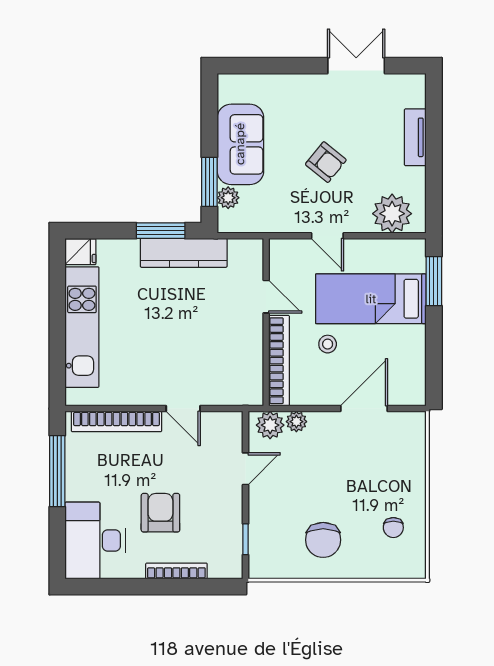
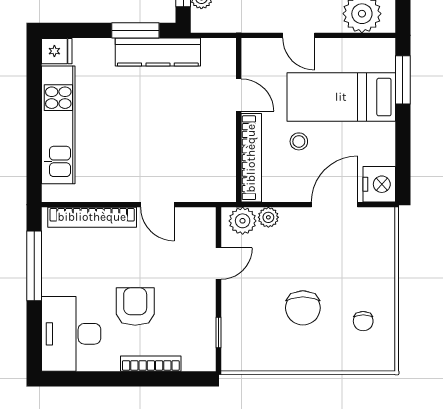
nightstand: (410, 388) -> (379, 184), added
chair: (323, 540) -> (303, 308), moved

